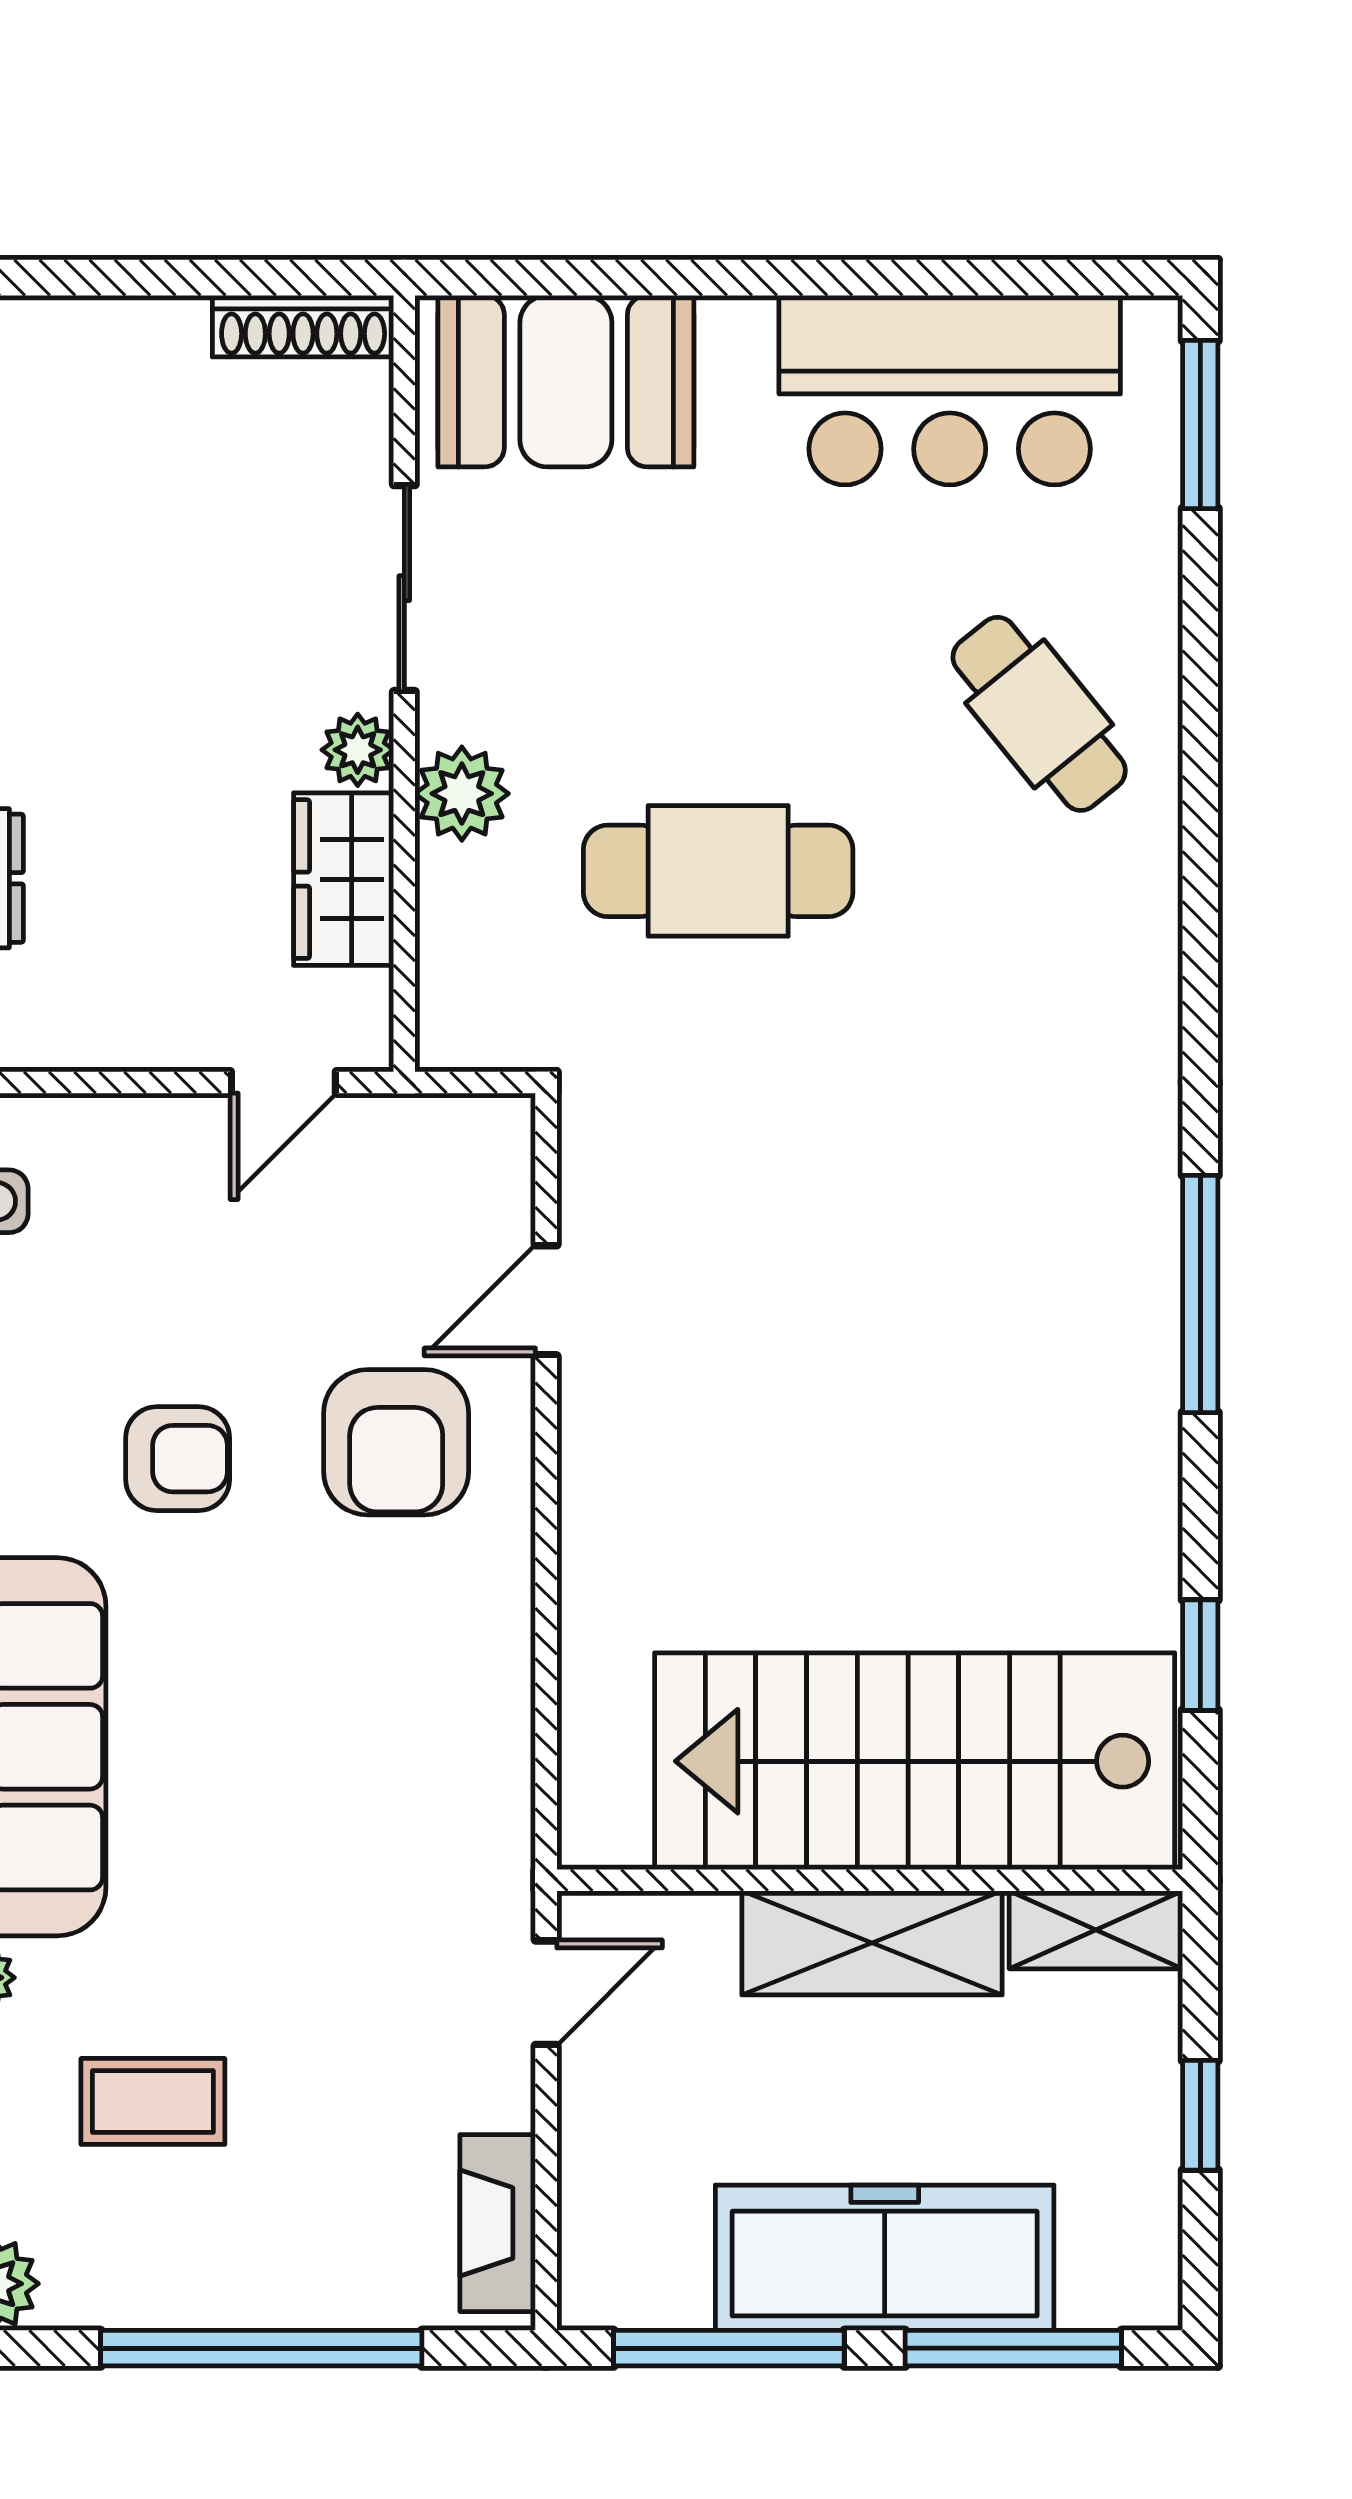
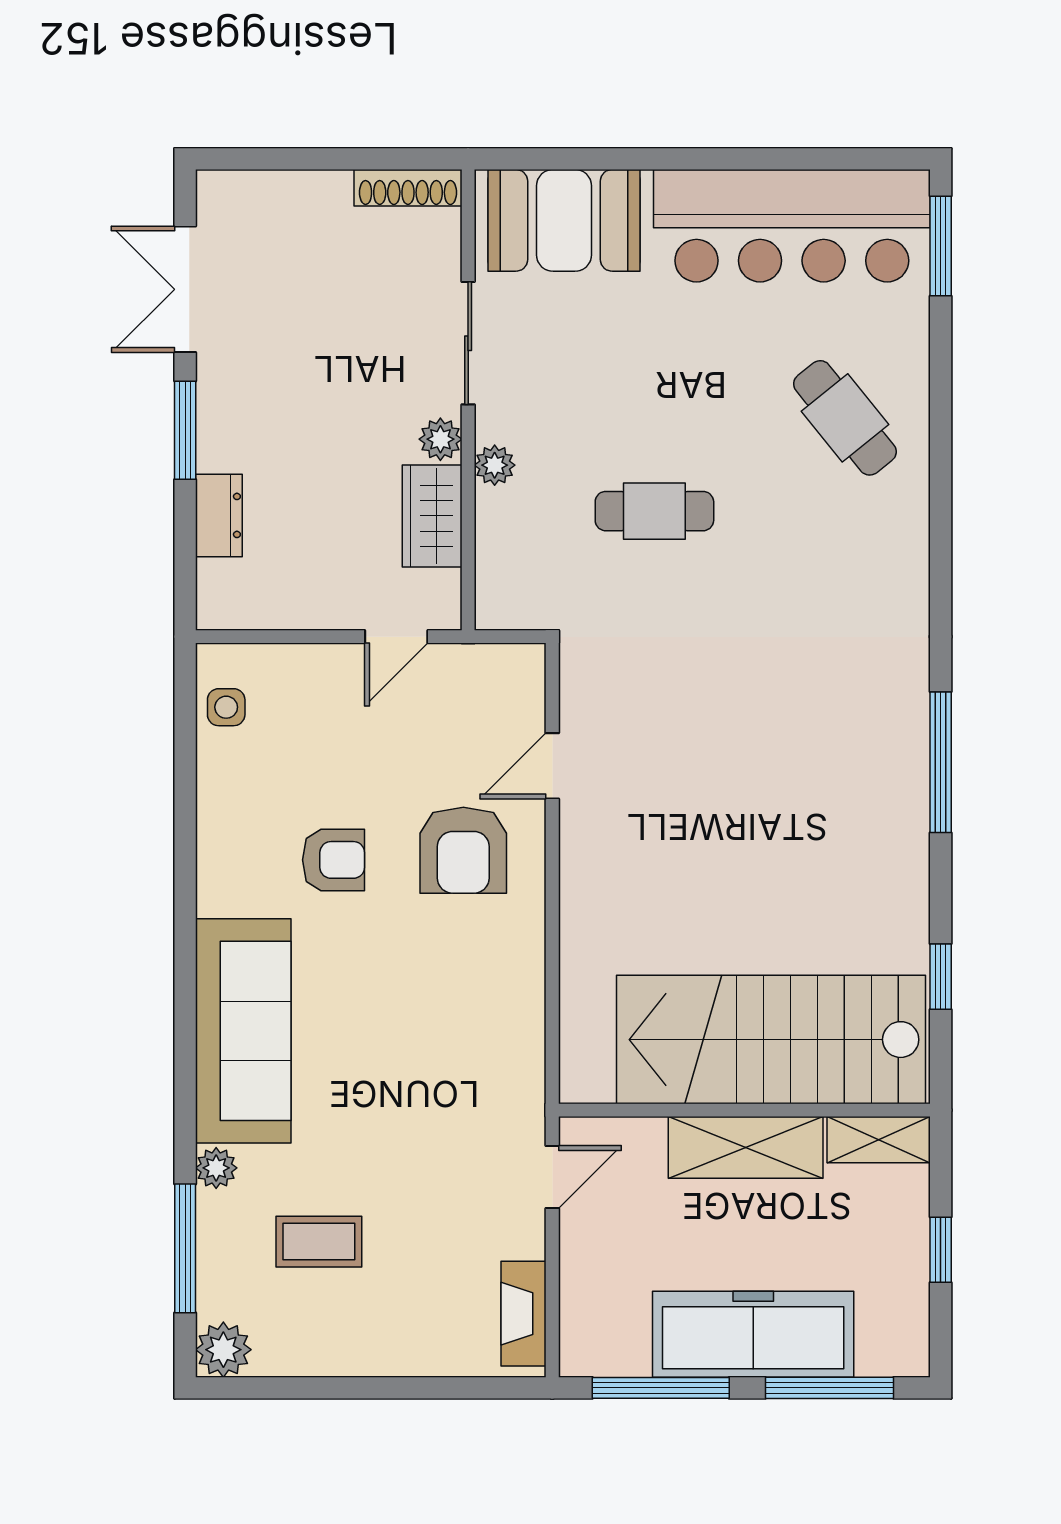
bar counter: (950, 390) -> (792, 226), width x1.36
plant: (462, 794) -> (495, 465), width x0.73, depth x0.73
cafe table: (718, 871) -> (654, 511), width x0.73, depth x0.74
window: (261, 2348) -> (383, 1388), removed

